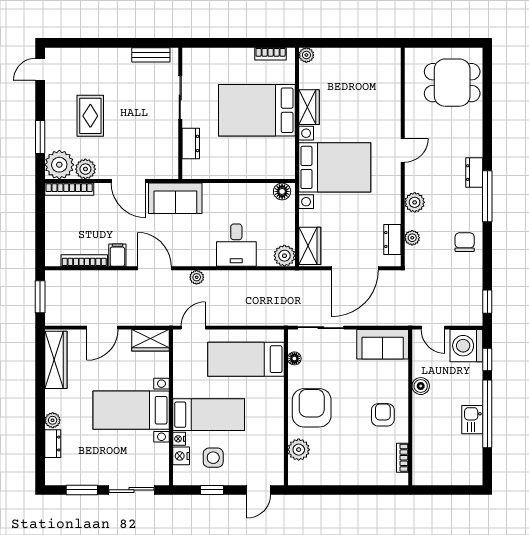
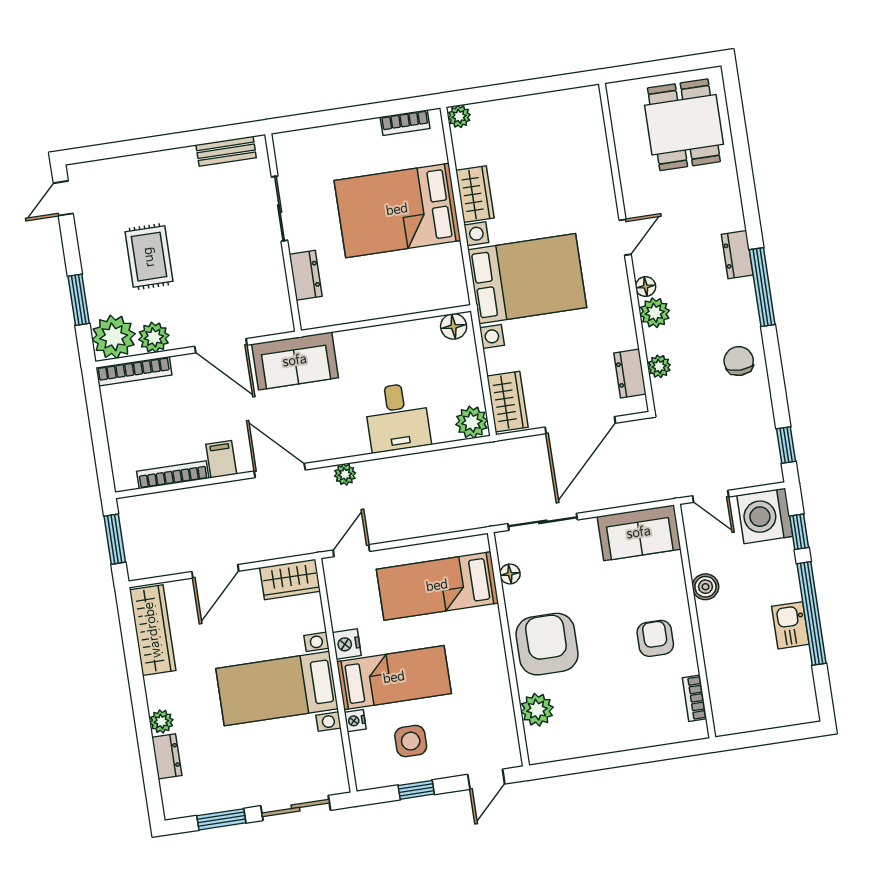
dining table: (452, 83) -> (684, 125), turned 90
floor lamp: (411, 184) -> (646, 287), added
nightstand: (181, 456) -> (347, 644), moved

